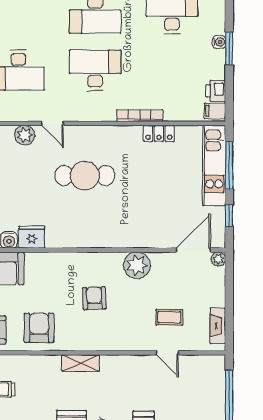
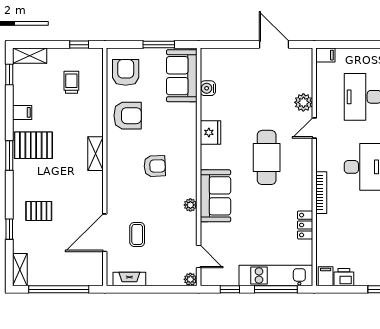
bookcase: (140, 116) -> (321, 193), moved
sofa: (127, 232) -> (215, 196), added
fridge: (32, 237) -> (210, 132), moved
door: (193, 250) -> (199, 257), width x0.73
plant: (137, 265) -> (190, 205), width x0.53, depth x0.53
door: (167, 353) -> (105, 233), width x1.87

